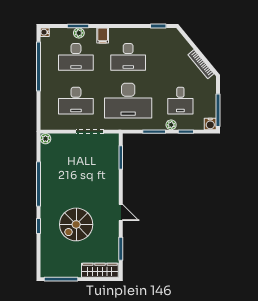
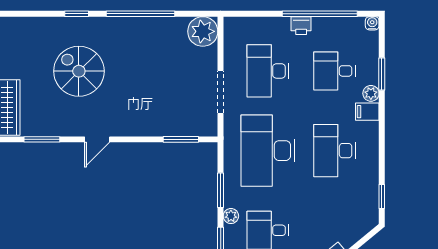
plant: (79, 33) -> (371, 93), moved
desk: (76, 57) -> (334, 71), width x0.73
printer: (46, 79) -> (301, 26), added
plant: (45, 139) -> (203, 31), width x1.87, depth x1.87

